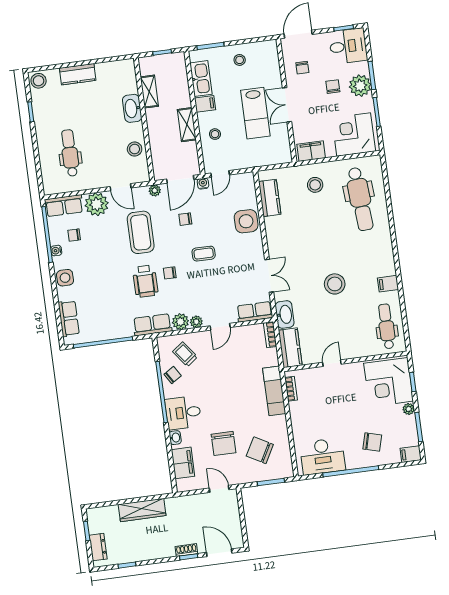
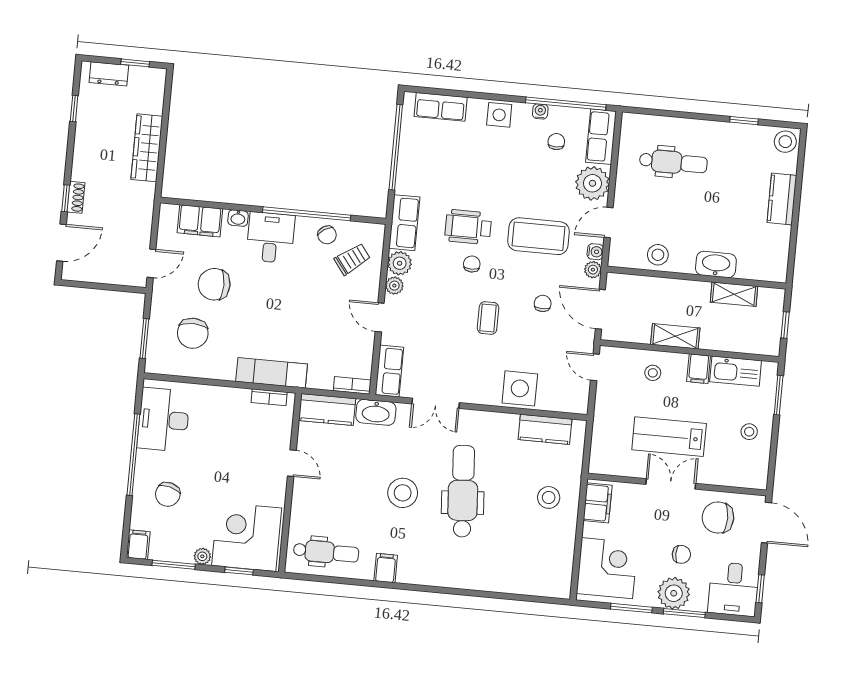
chair: (302, 68) -> (718, 518), width x1.87, depth x1.87
water cooler: (203, 184) -> (595, 252), moved
dental chair: (360, 199) -> (463, 491), moved, turned 90
chair: (260, 450) -> (193, 333), turned 152

